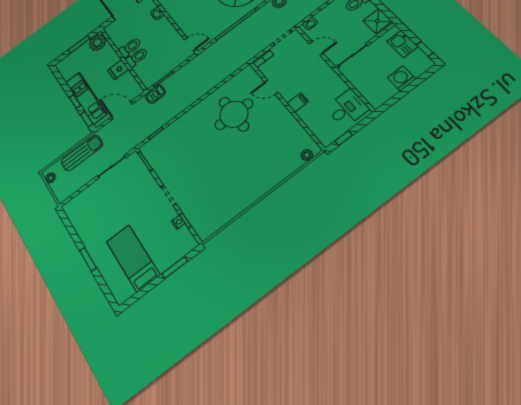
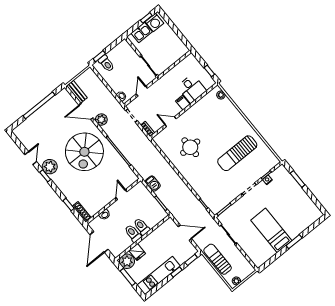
shower: (377, 21) -> (123, 49), removed
door: (190, 44) -> (121, 195), moved
fridge: (118, 70) -> (137, 252), moved
washing machine: (402, 78) -> (154, 22), moved, turned -90
door: (271, 87) -> (171, 122), swing flipped
barbecue: (155, 94) -> (153, 184), moved
kitchen unit: (86, 98) -> (159, 276), moved
desk: (347, 109) -> (192, 89), moved, turned 180
door: (122, 110) -> (185, 233), swing flipped
round table: (234, 114) -> (190, 147), width x0.73, depth x0.73
sun lounger: (220, 179) -> (237, 153), added
bed: (133, 258) -> (271, 230), moved, turned 90

